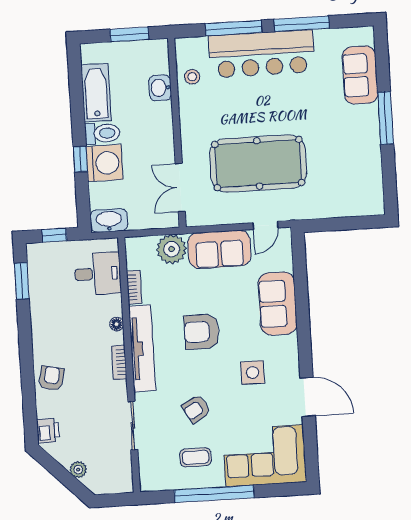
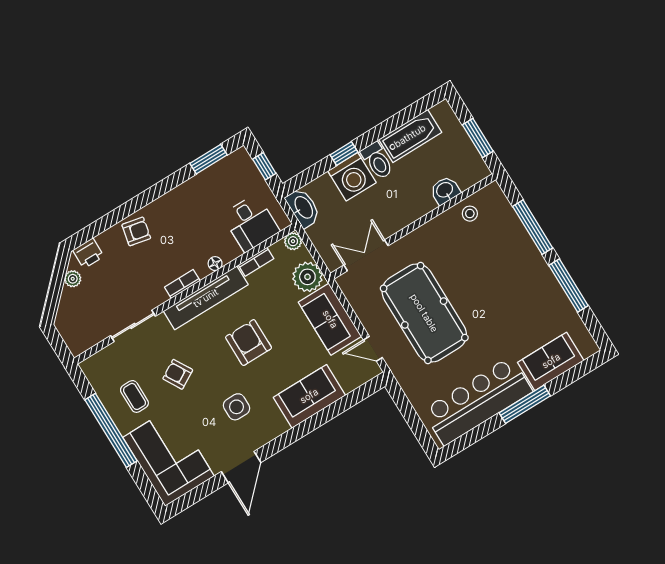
bar counter: (262, 54) -> (478, 401), moved, turned 90
plant: (134, 245) -> (293, 241), added
plant: (78, 470) -> (73, 279), moved

